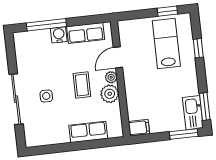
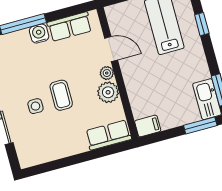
door: (118, 57) -> (111, 49), swing flipped
coffee table: (82, 85) -> (61, 95), moved
row of seats: (88, 132) -> (108, 135), moved

